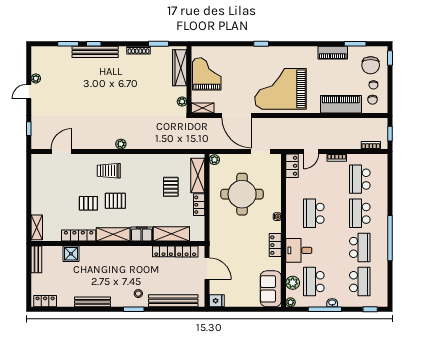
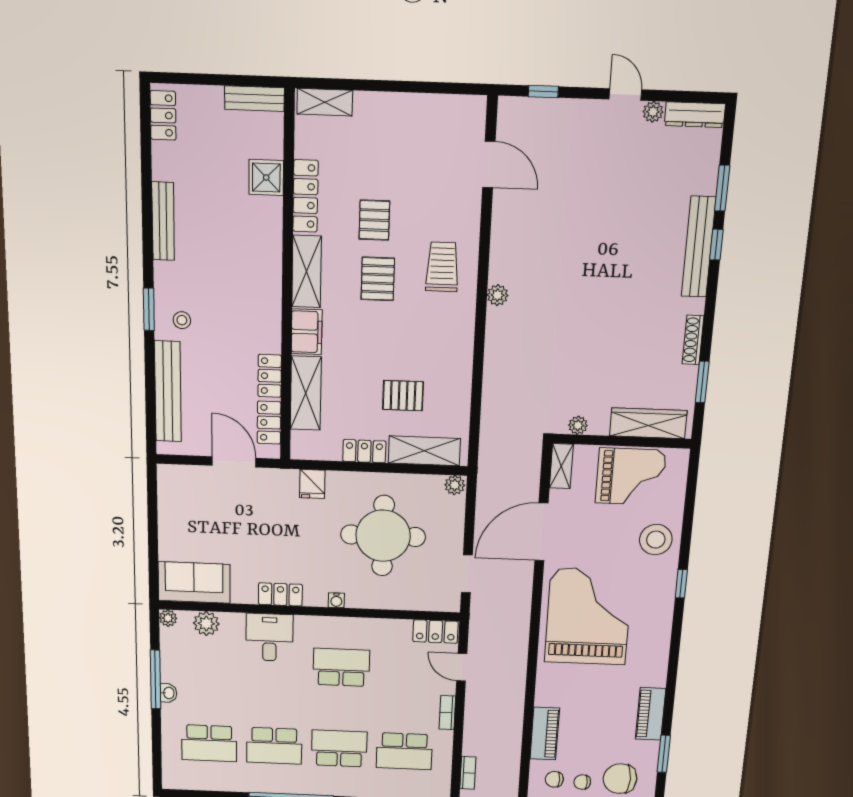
stool: (238, 59) -> (656, 540), added
dresser: (36, 60) -> (695, 115), added
piano: (341, 104) -> (545, 734), width x0.73, depth x0.75
school desk: (360, 179) -> (404, 751), turned 180
door: (207, 269) -> (234, 462), swing flipped
school desk: (314, 282) -> (209, 662), removed
fridge: (217, 301) -> (312, 484), moved
window: (370, 309) -> (157, 759), removed

